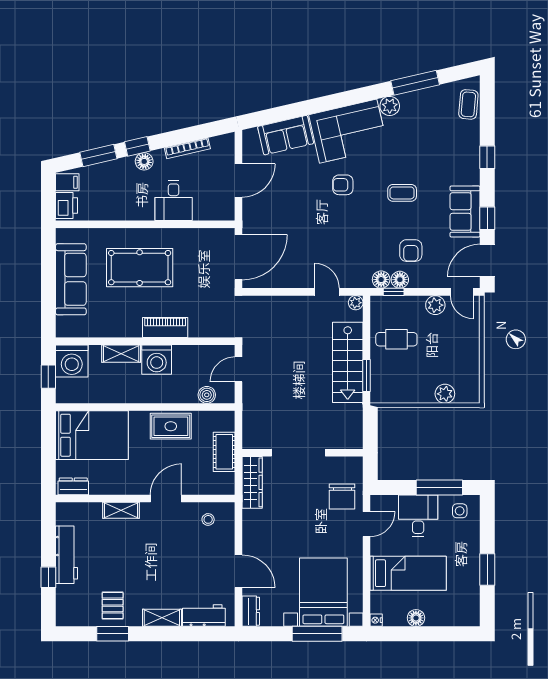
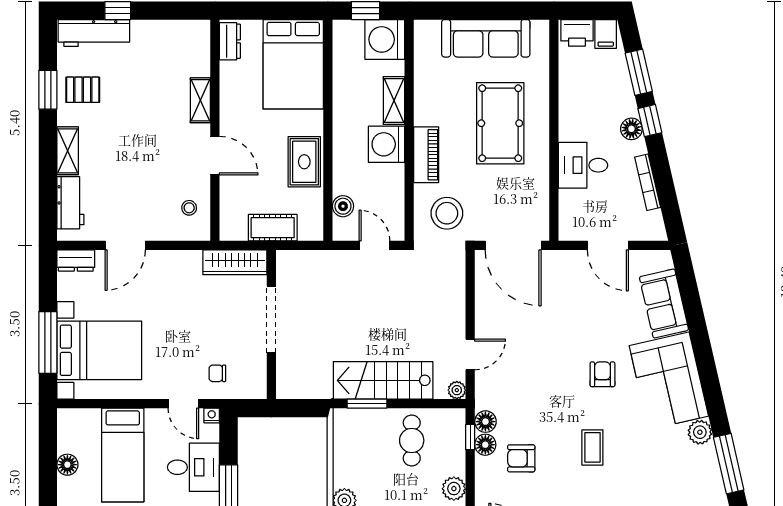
stool: (212, 311) -> (447, 213), added
chair: (342, 497) -> (217, 373), width x0.54, depth x0.54
workbench: (67, 555) -> (94, 33), moved
nightstand: (376, 620) -> (212, 415), moved

